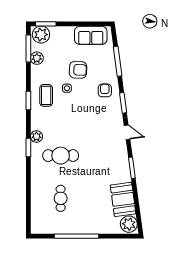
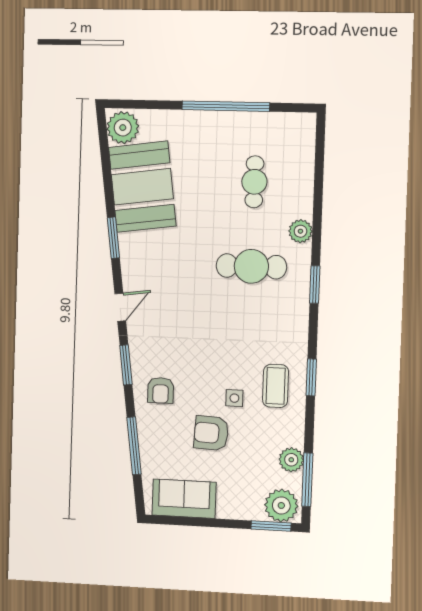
door: (127, 132) -> (120, 307), swing flipped
plant: (36, 136) -> (300, 231), moved
booth: (123, 199) -> (142, 187), width x1.36, depth x1.42

